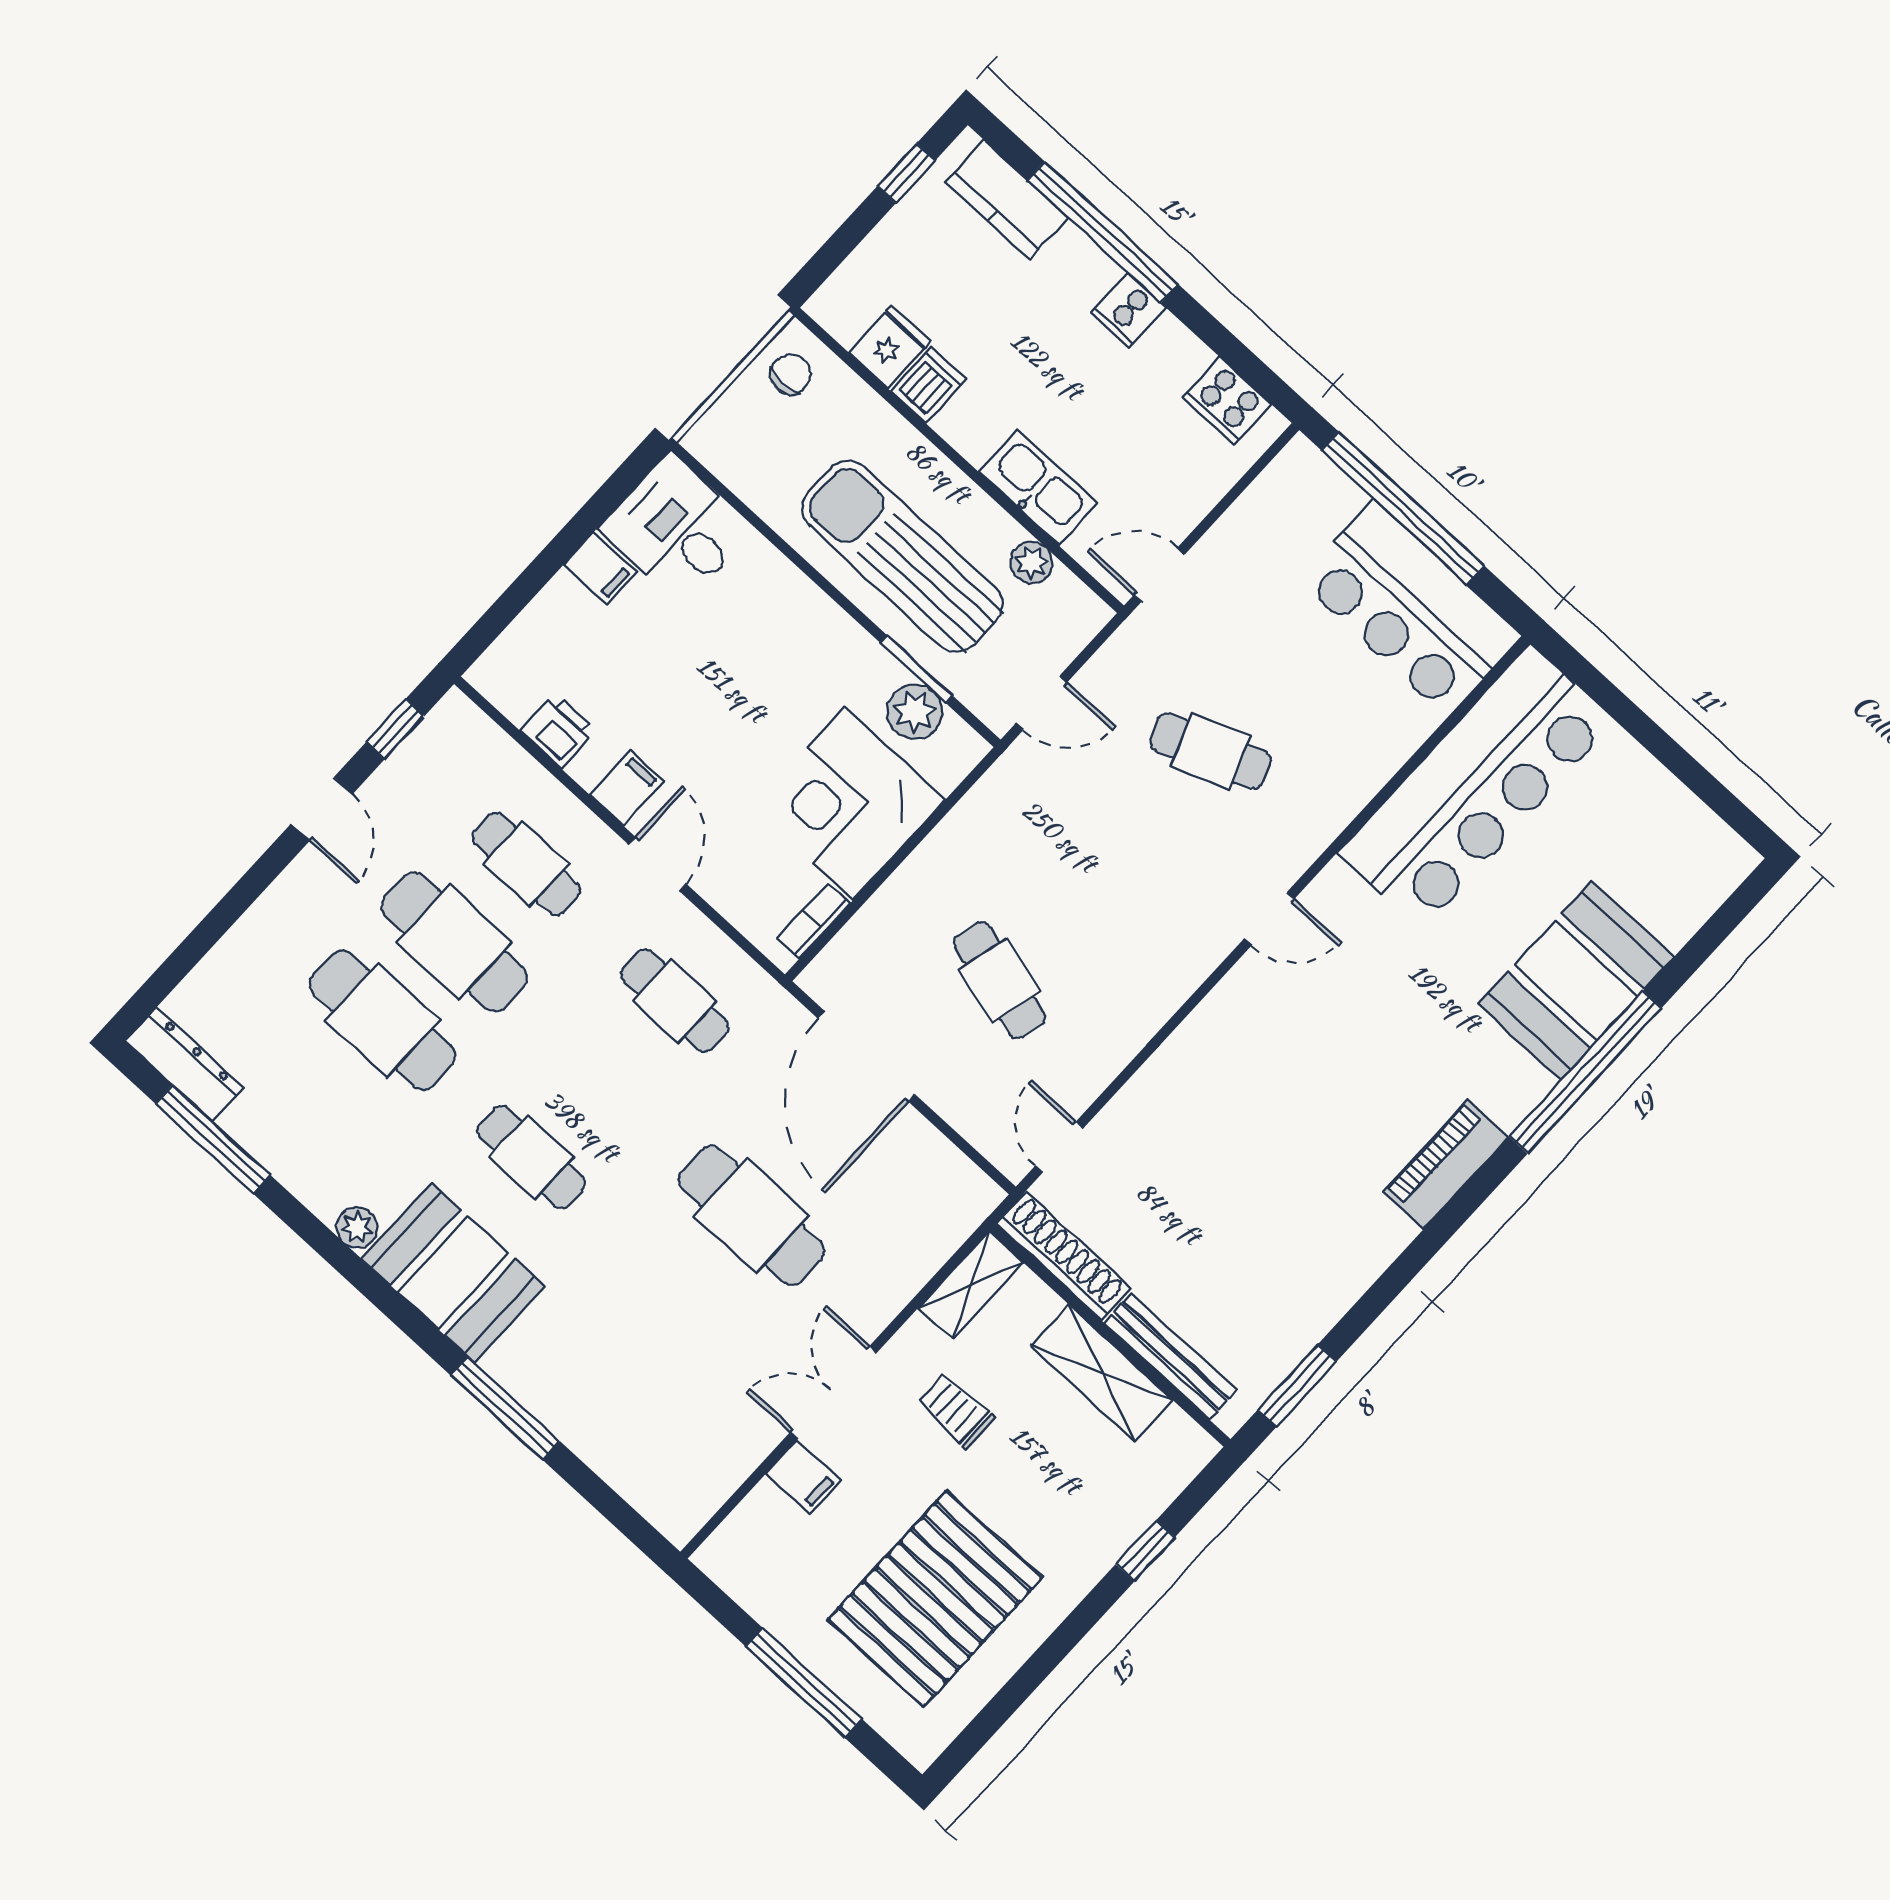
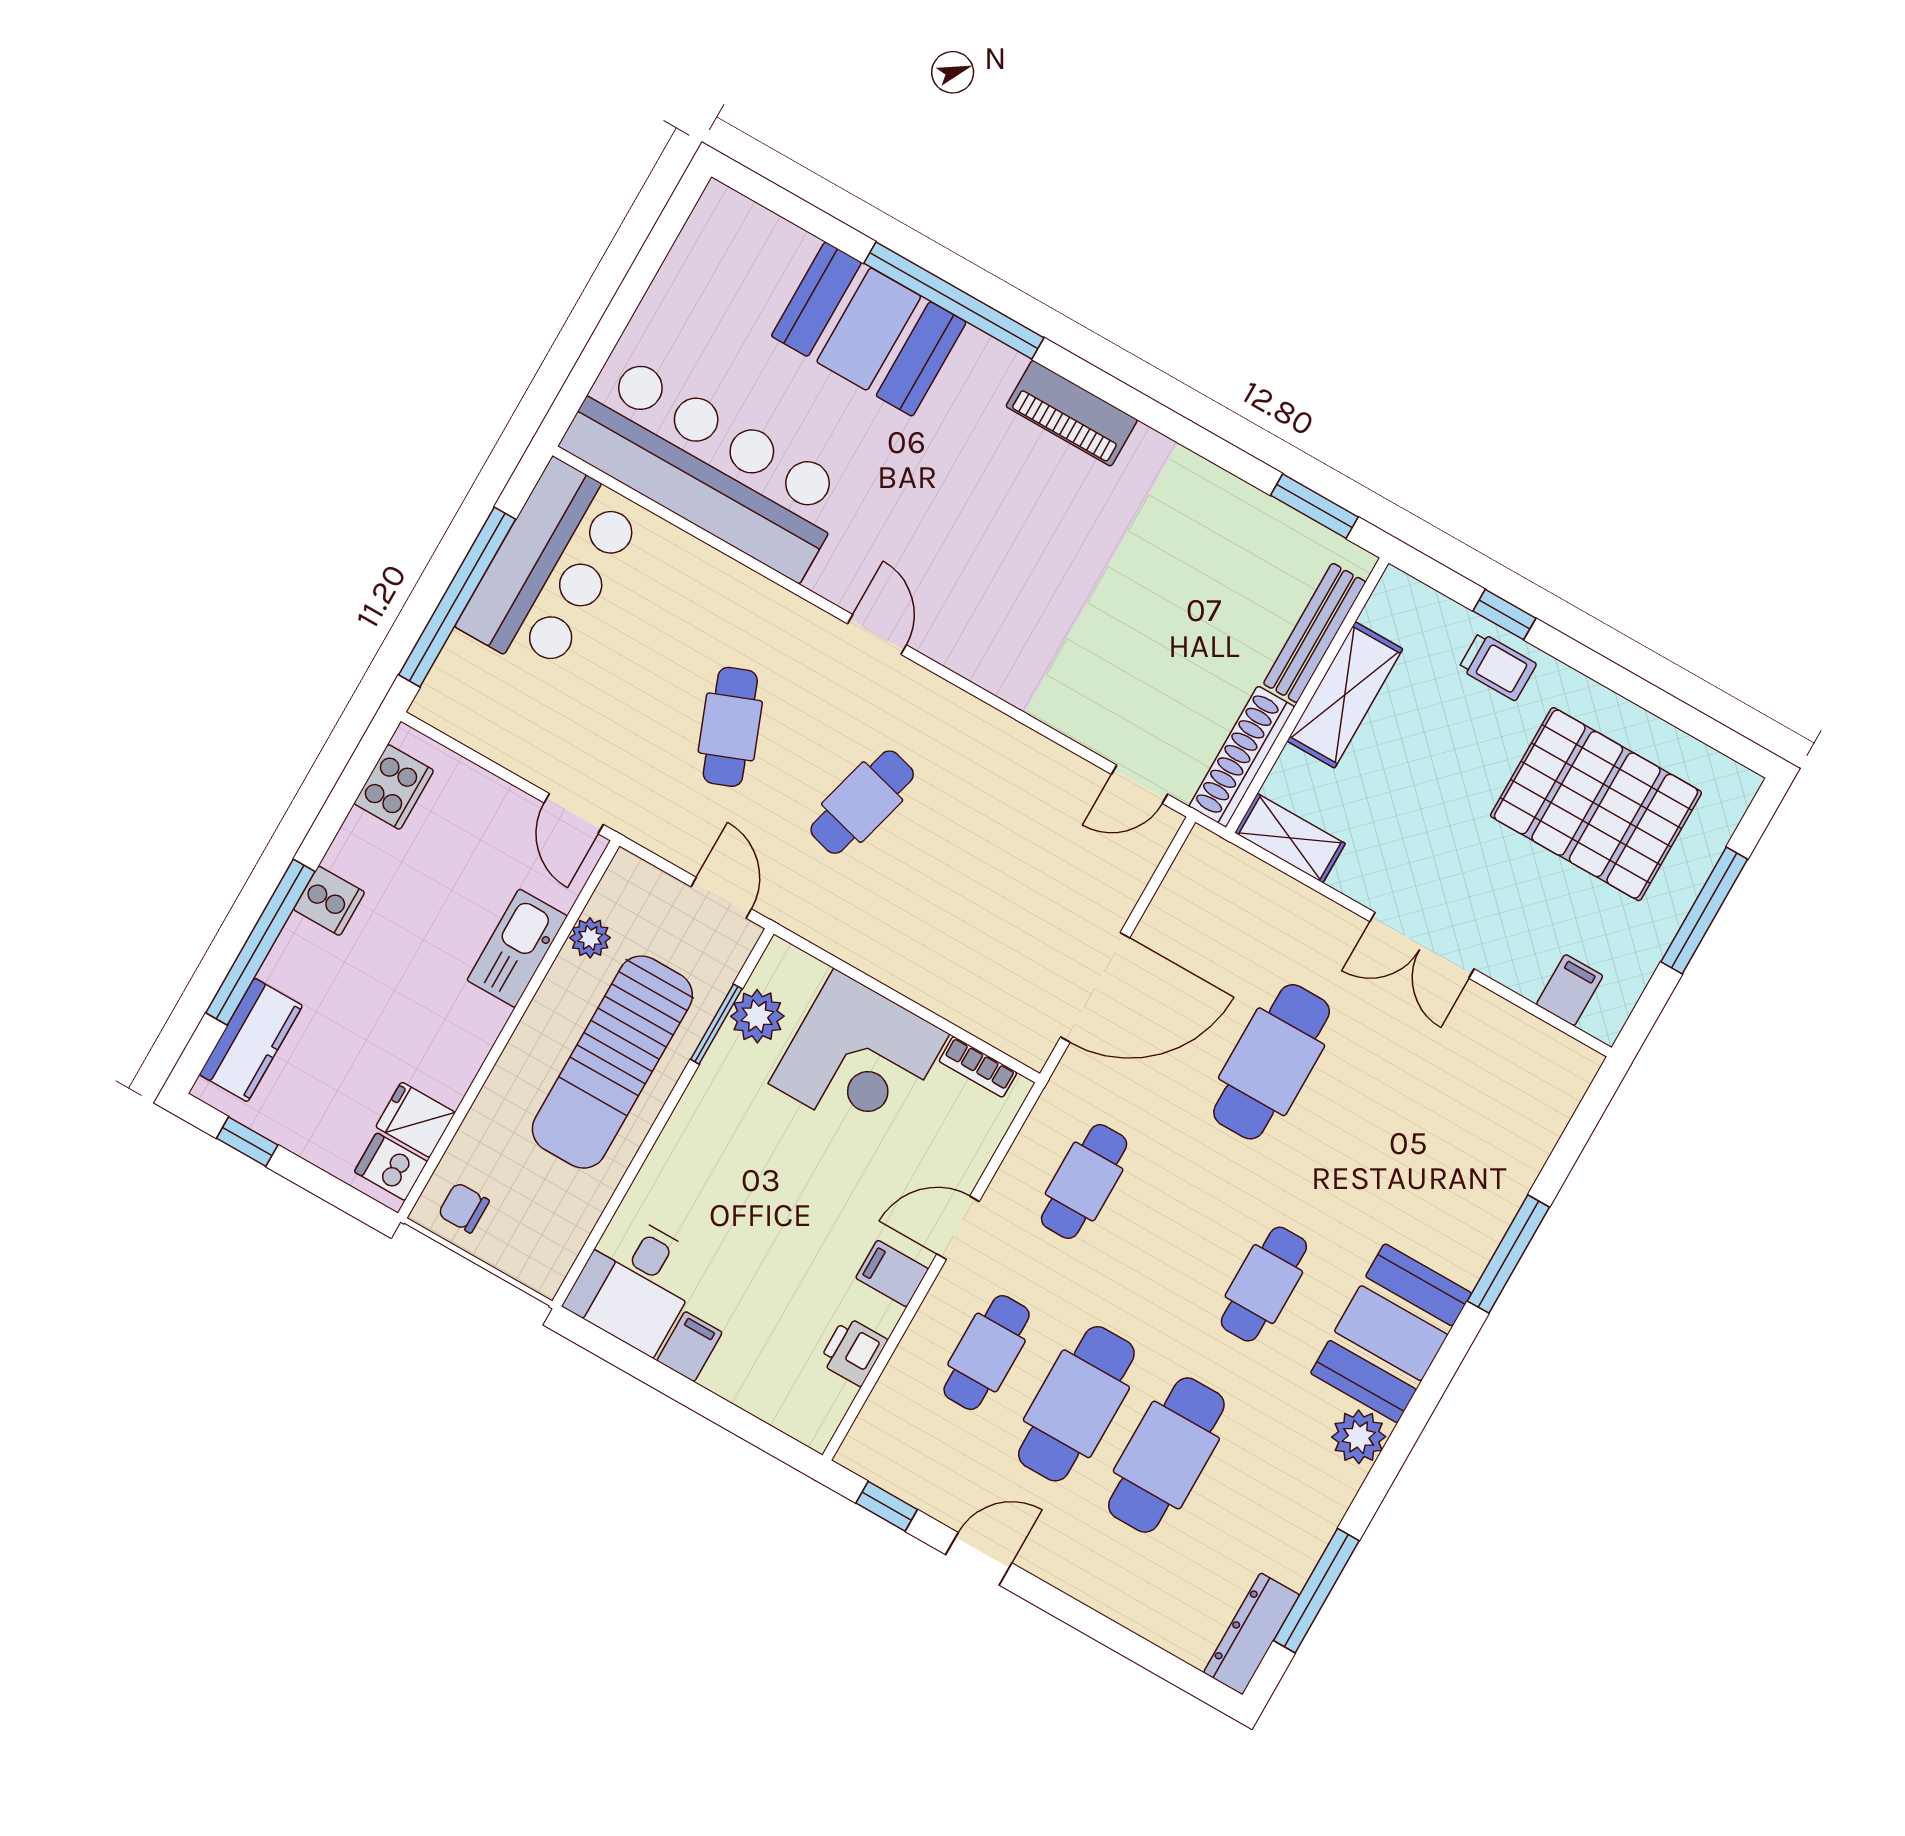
dishwasher: (928, 385) -> (391, 1167), moved
cafe table: (999, 980) -> (862, 802), moved
plant: (357, 1227) -> (1359, 1437), width x1.38, depth x1.38
trolley: (956, 1411) -> (1498, 666), moved, turned -90
filing cabinet: (804, 1477) -> (1570, 990), moved

